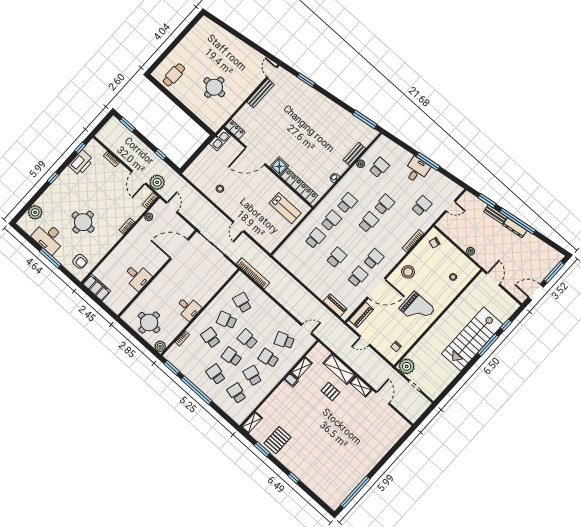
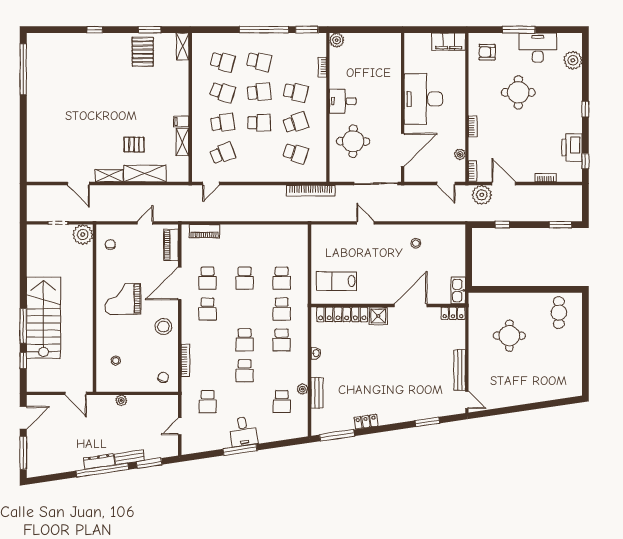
locker: (341, 112) -> (366, 422), added
desk: (137, 277) -> (423, 99), width x1.87, depth x1.30
round table: (149, 323) -> (353, 141), moved

